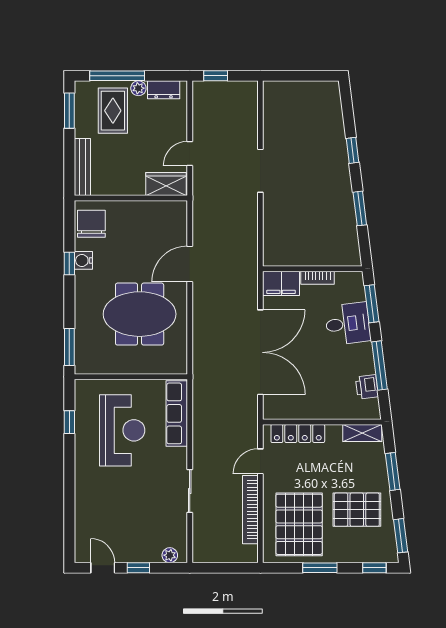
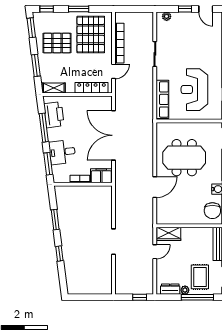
printer: (367, 387) -> (54, 115), width x1.87, depth x1.48

